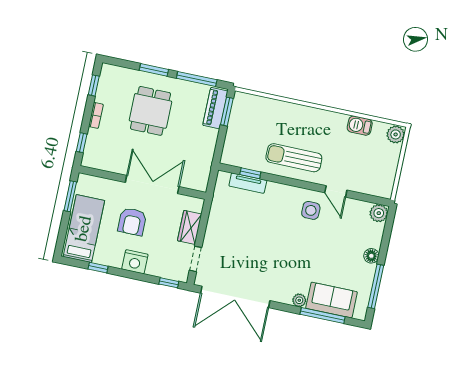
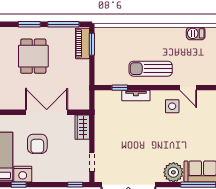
tv unit: (248, 183) -> (136, 96), moved
wardrobe: (190, 227) -> (82, 127), moved
nightstand: (135, 262) -> (23, 174), moved
plant: (299, 300) -> (173, 172), width x1.88, depth x1.88

